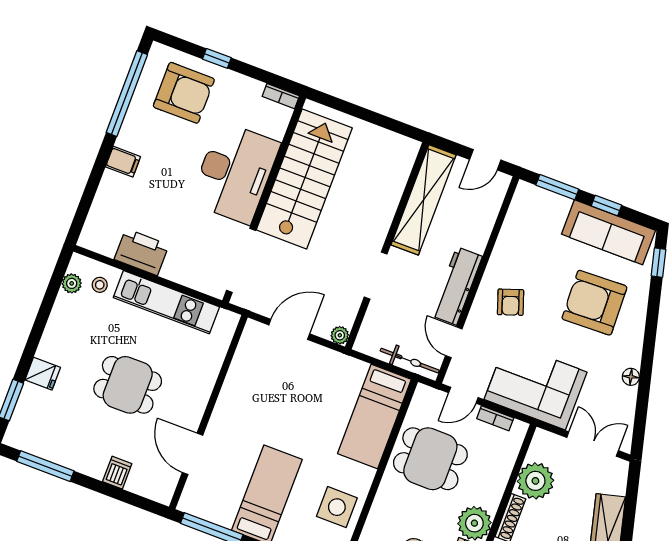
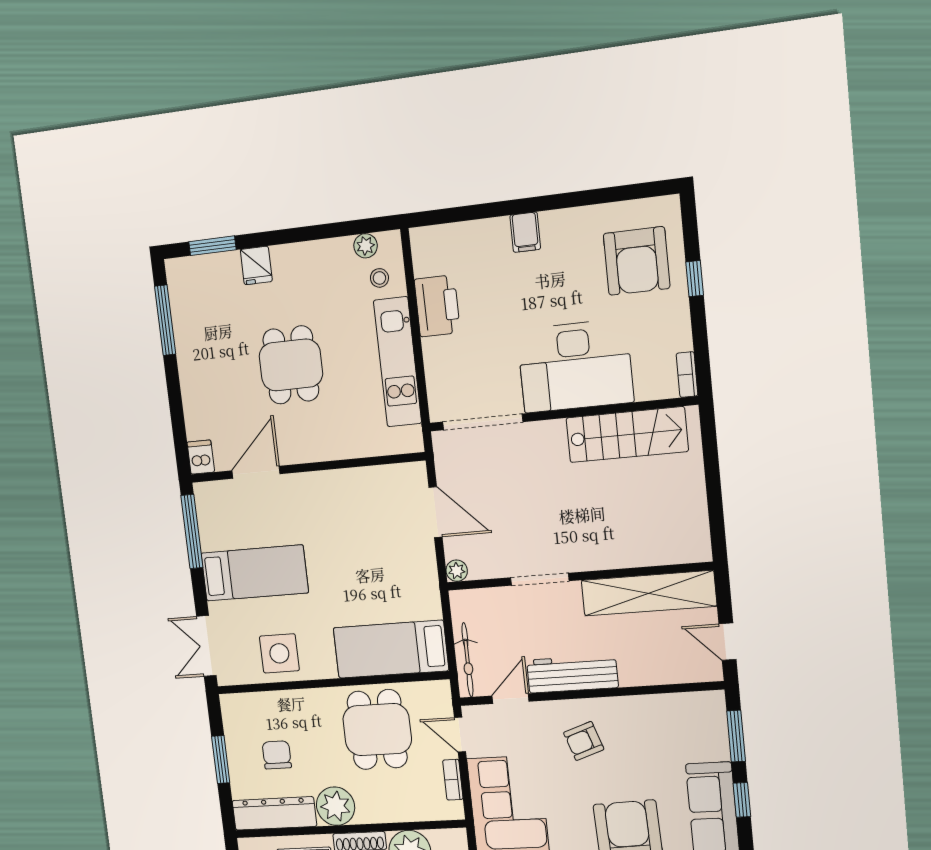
window: (127, 94) -> (604, 196), removed
stairs: (304, 179) -> (627, 435), width x0.73, depth x0.66
dishwasher: (117, 473) -> (201, 457), moved, turned -90

